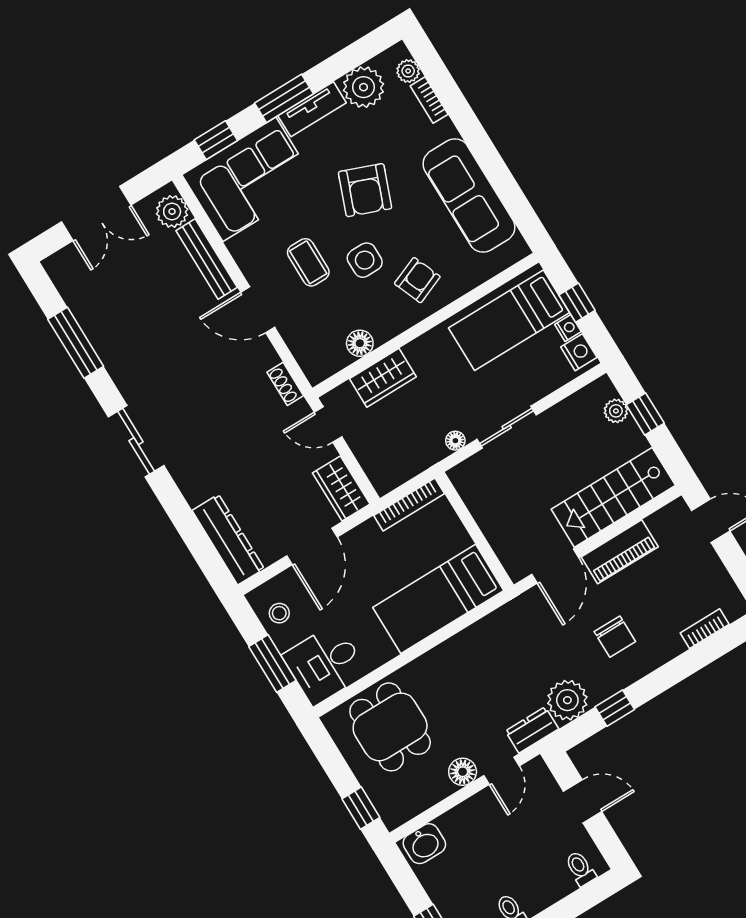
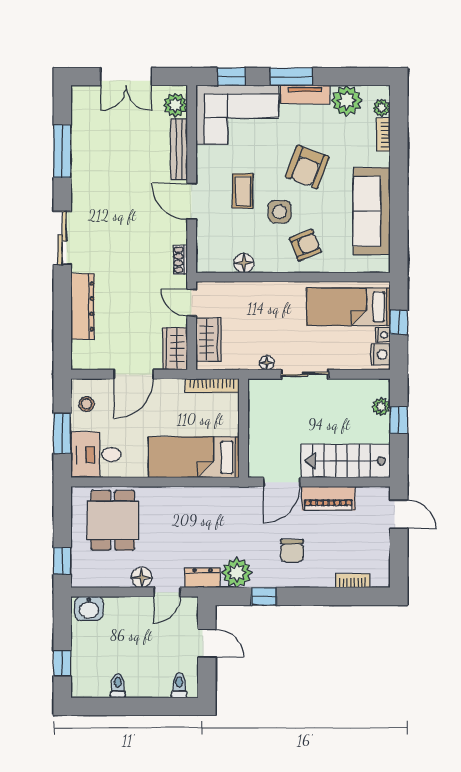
wardrobe: (383, 378) -> (209, 340), moved, turned -90
dresser: (228, 540) -> (83, 306), moved

